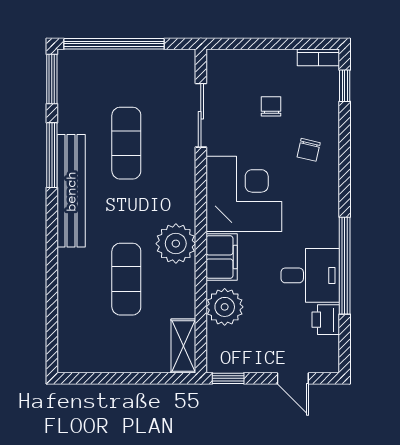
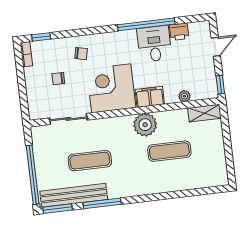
bench: (71, 191) -> (74, 195), moved
plant: (225, 307) -> (184, 96), width x0.53, depth x0.53

